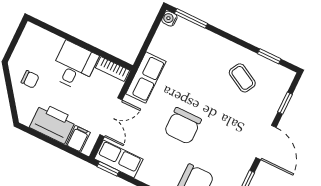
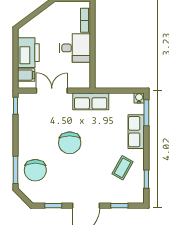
bookcase: (113, 69) -> (86, 20), moved
chair: (30, 79) -> (51, 22), removed
double door: (111, 117) -> (52, 91), swing flipped
chair: (183, 126) -> (70, 143), turned -90
row of seats: (119, 159) -> (136, 132), moved, turned 180

